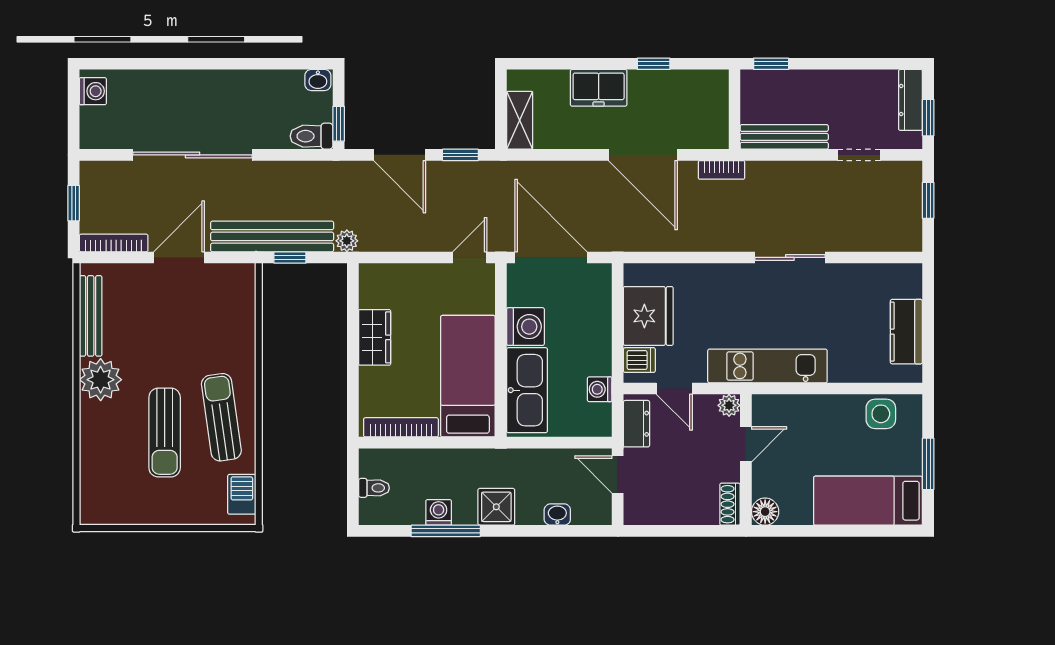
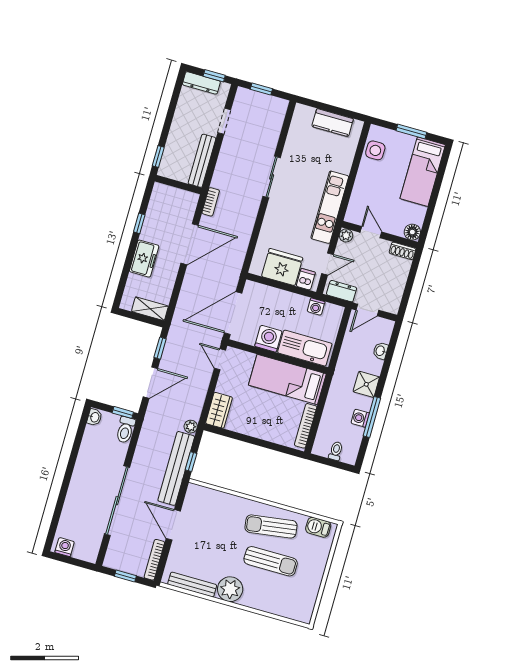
wardrobe: (375, 337) -> (219, 410), moved, turned 90

